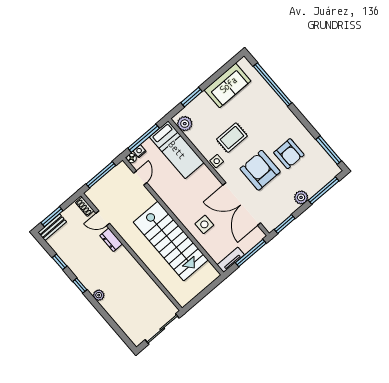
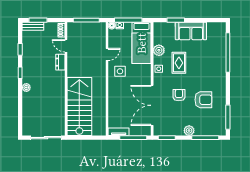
sofa: (228, 85) -> (191, 31), moved
plant: (185, 124) -> (159, 50), moved
rug: (232, 138) -> (179, 63), turned 90
armchair: (289, 154) -> (203, 100), turned -90
armchair: (260, 170) -> (179, 95), width x0.53, depth x0.53
door: (140, 178) -> (107, 54), moved
side table: (204, 224) -> (120, 71), moved
stairs: (171, 241) -> (79, 107), moved, turned 180

